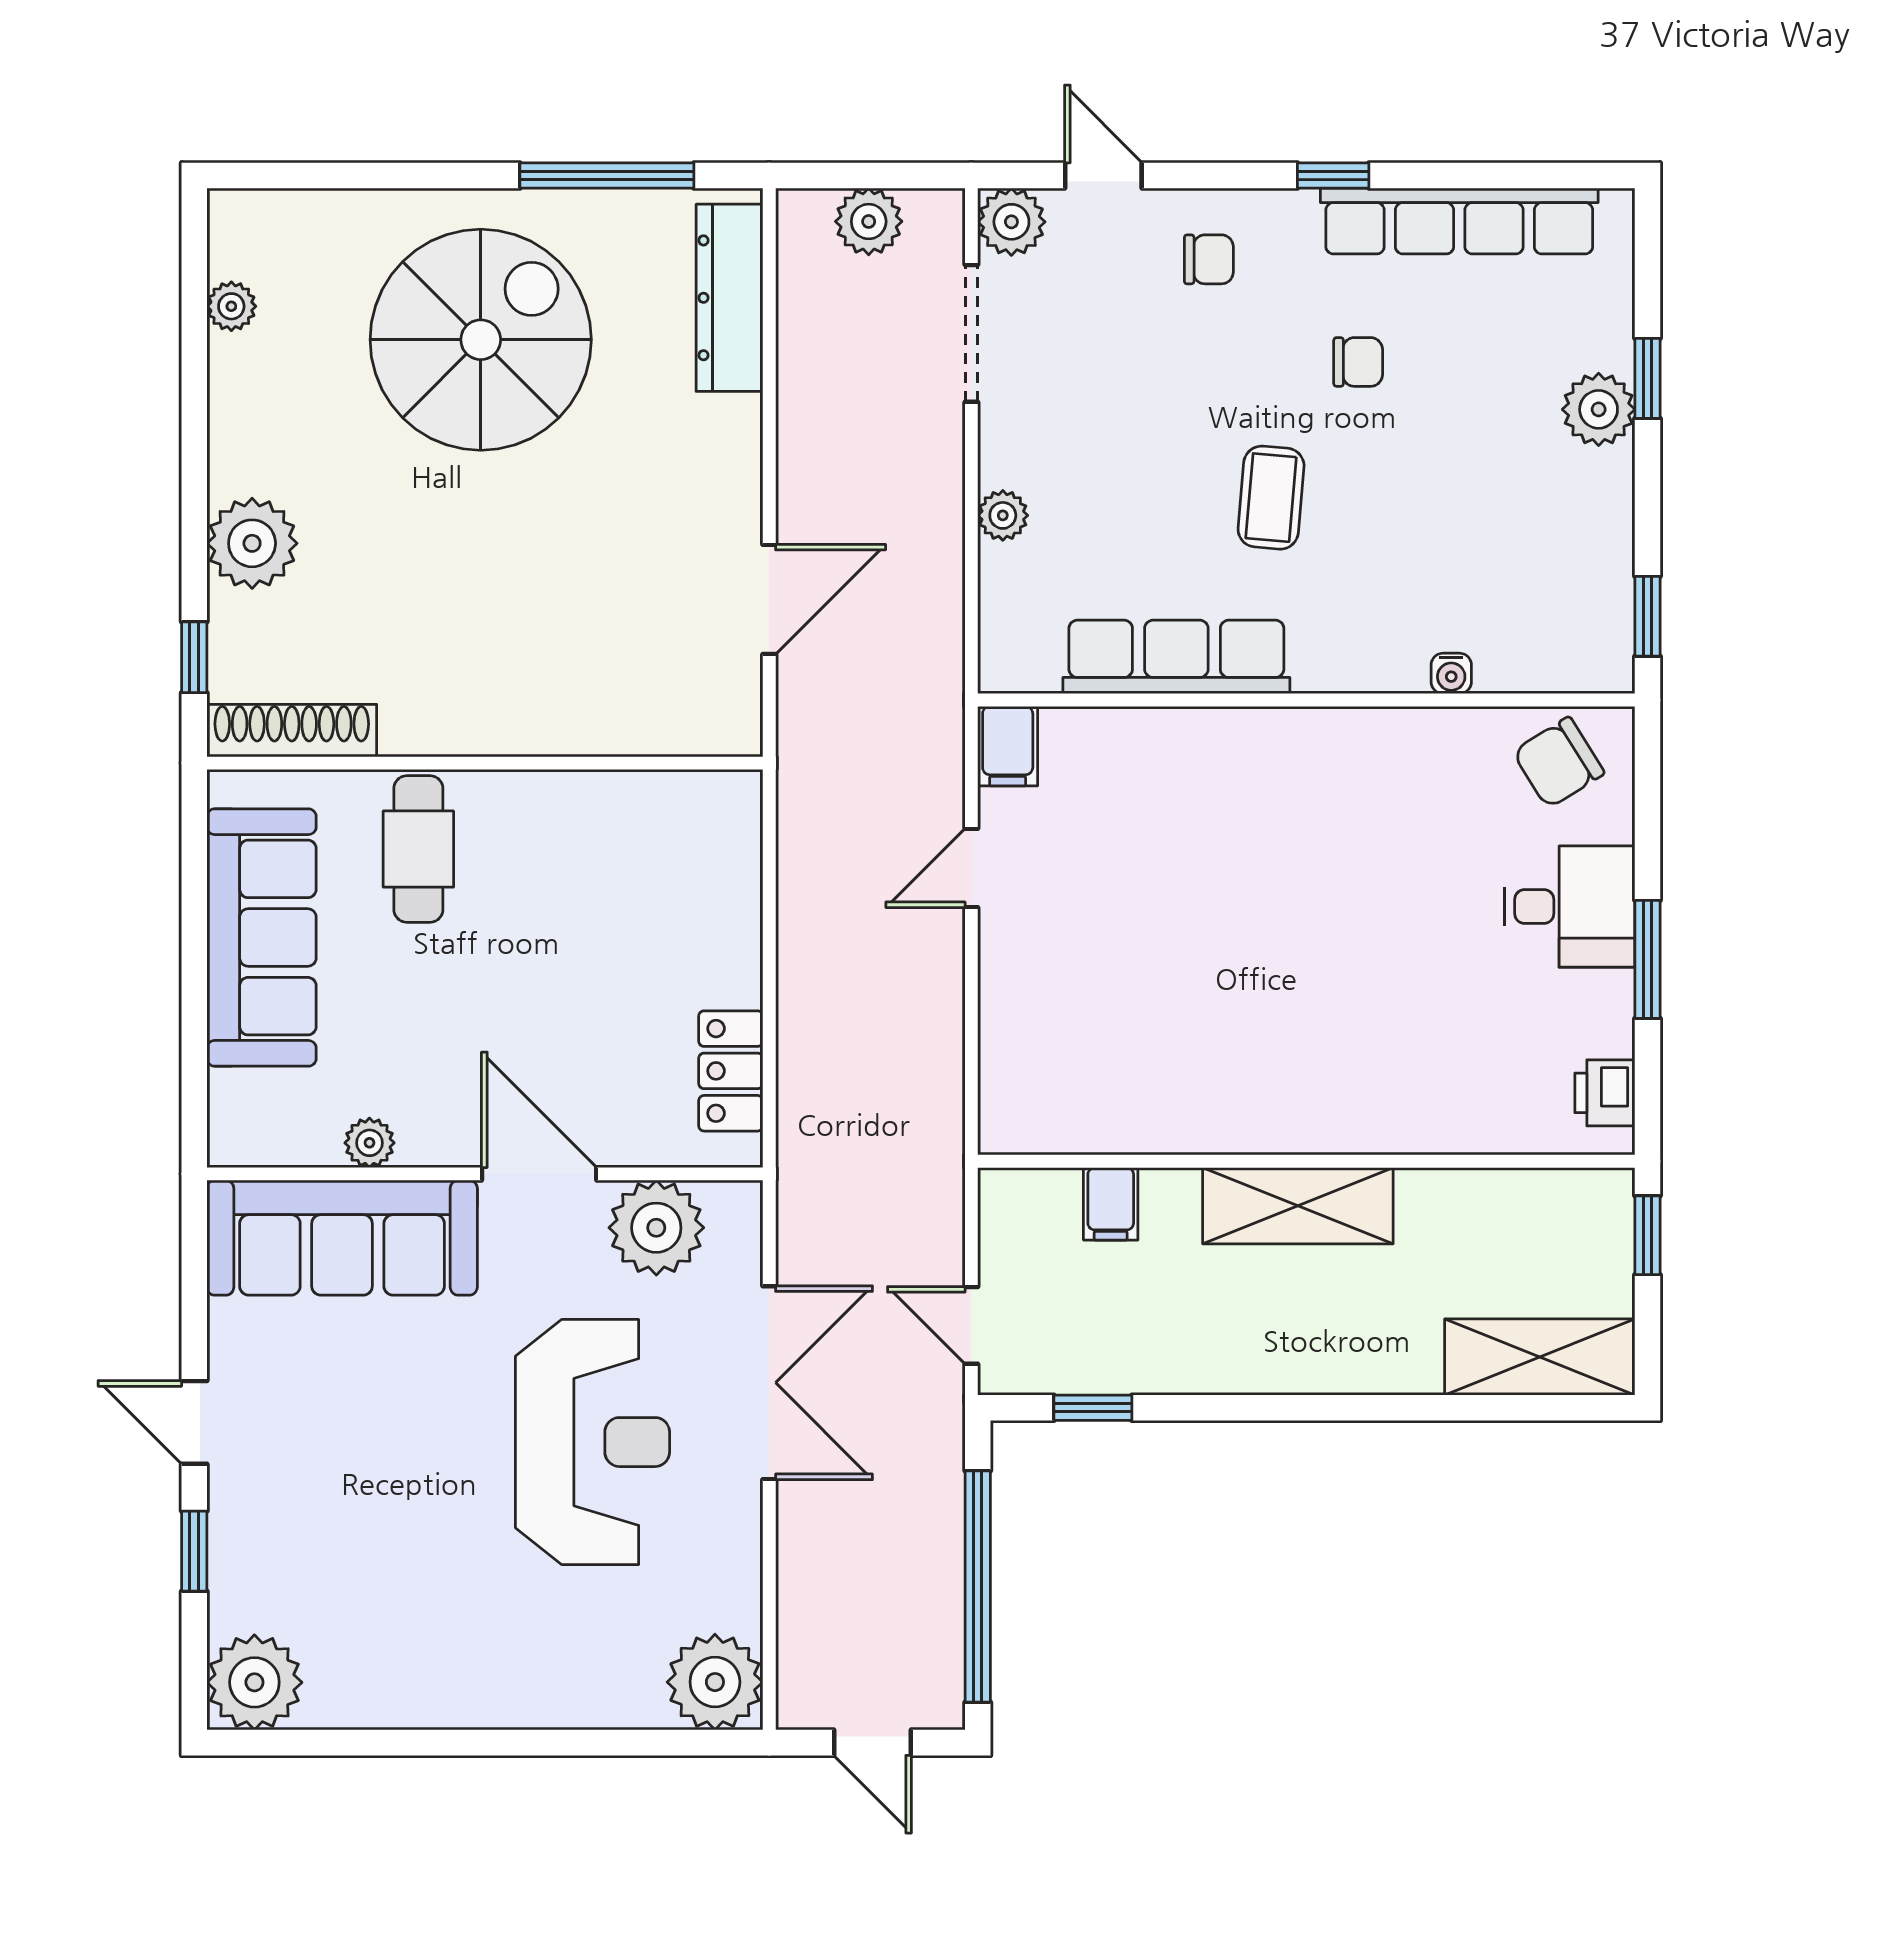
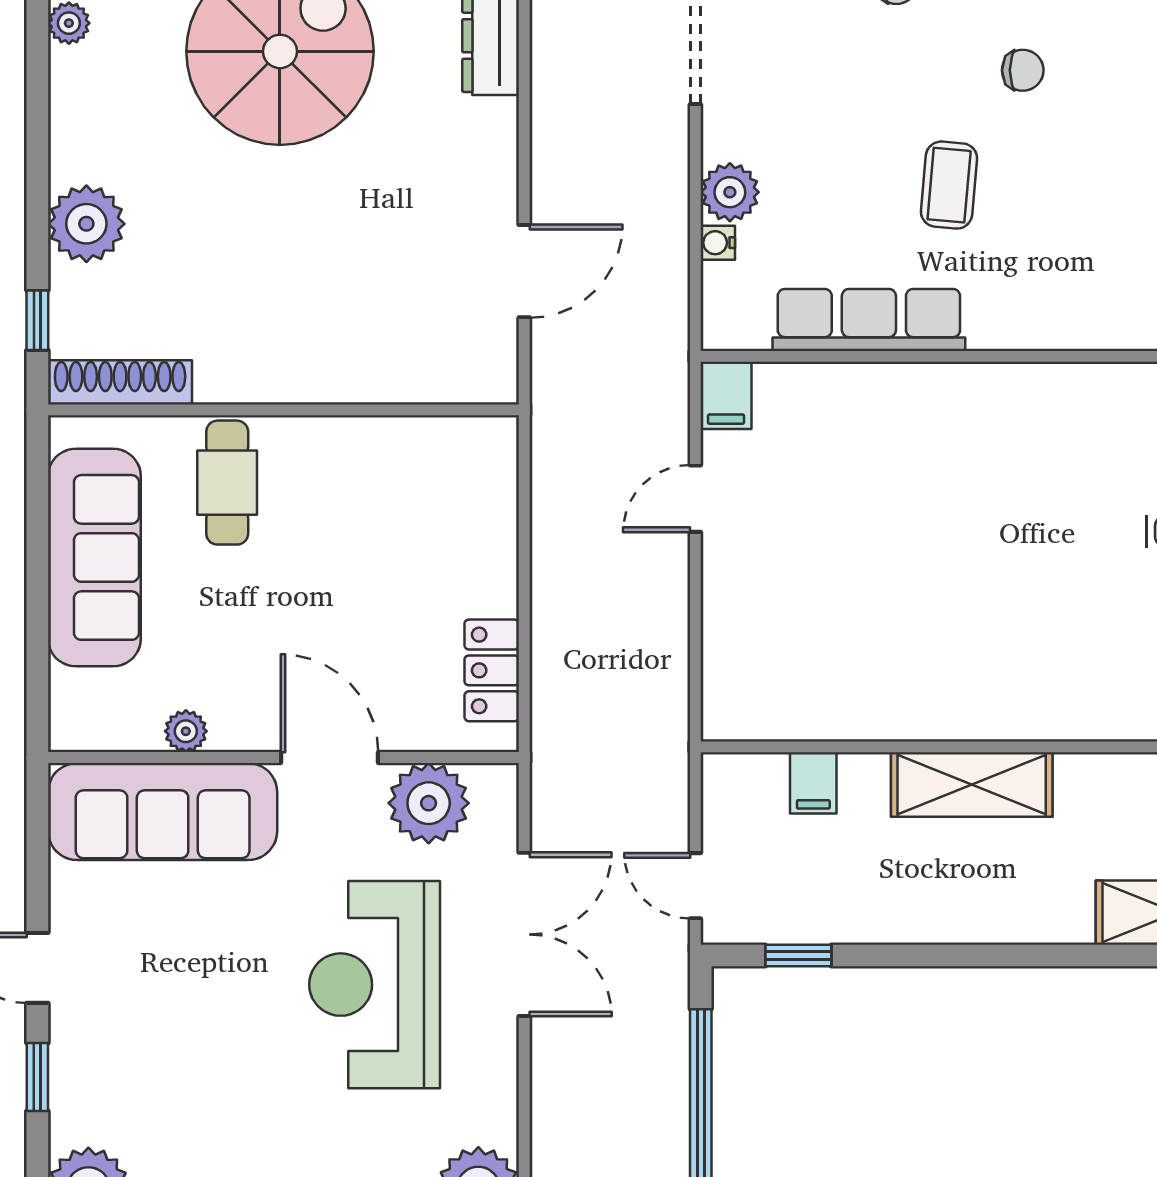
plant: (1003, 515) -> (730, 192), width x1.38, depth x1.38
water cooler: (1451, 673) -> (718, 243), moved, turned 90
reception desk: (592, 1442) -> (375, 985), turned 180

